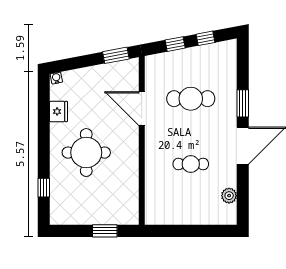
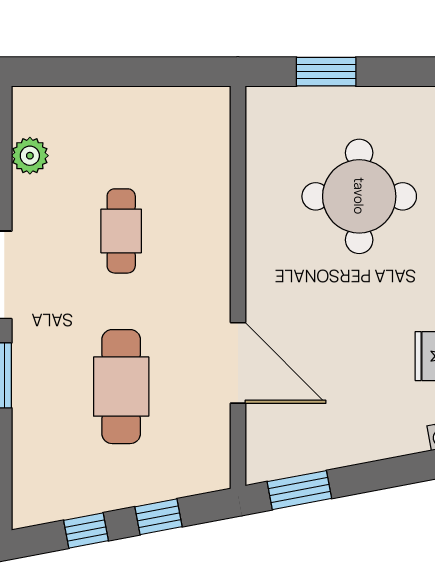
cafe table: (191, 99) -> (121, 387), turned 90
round table: (86, 153) -> (359, 196), moved
cafe table: (191, 164) -> (121, 231), turned 90

